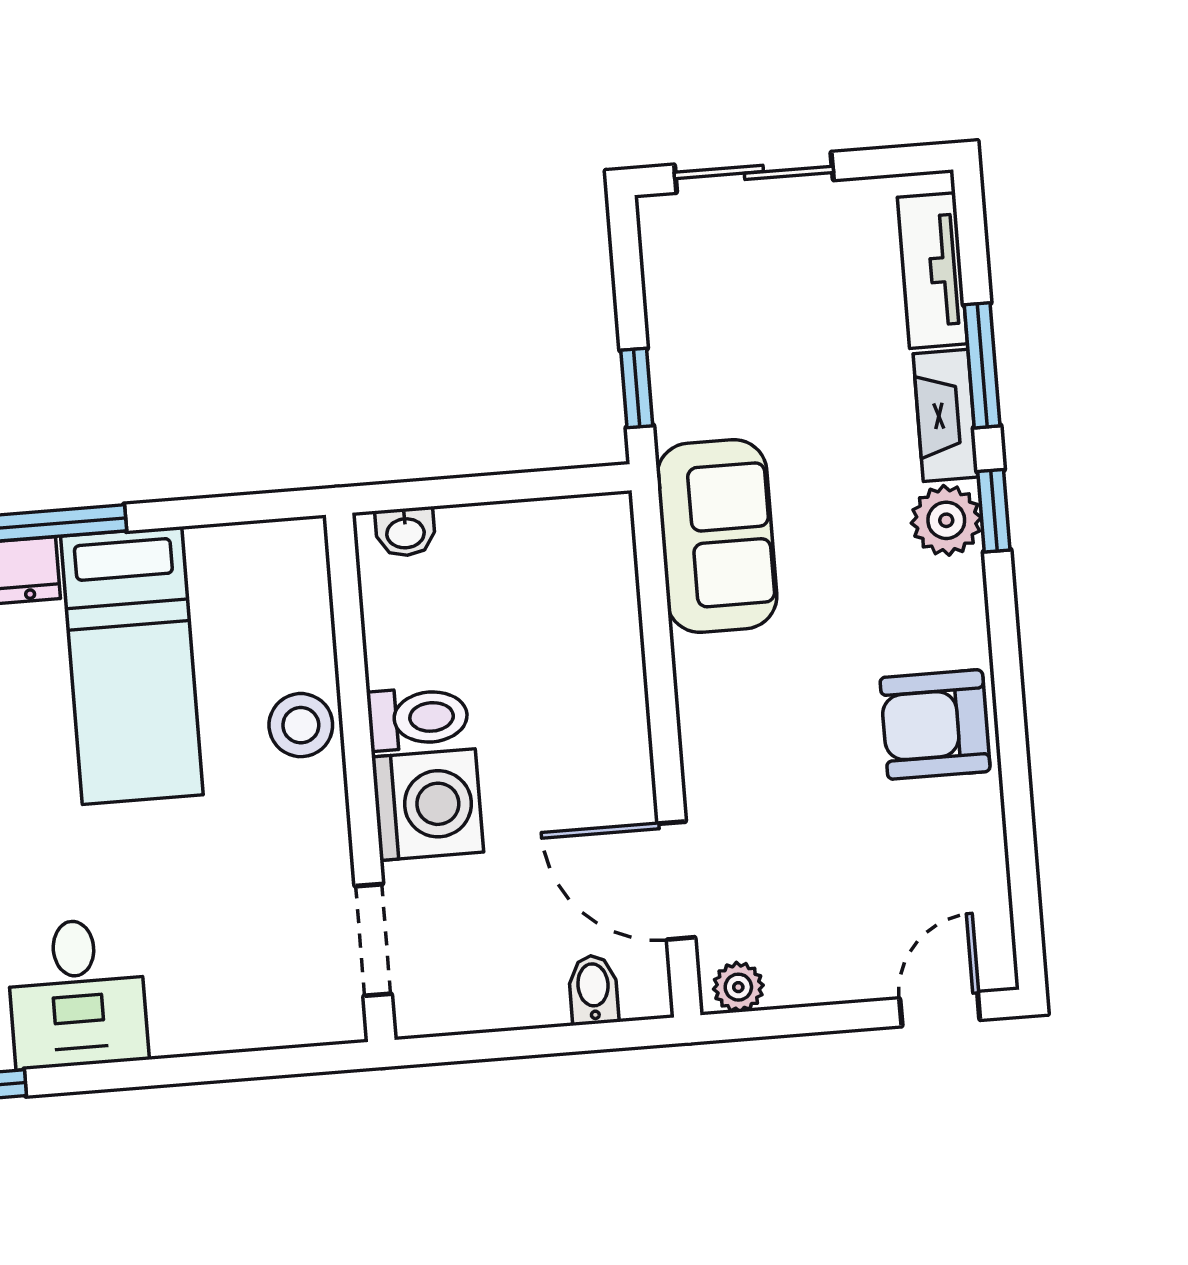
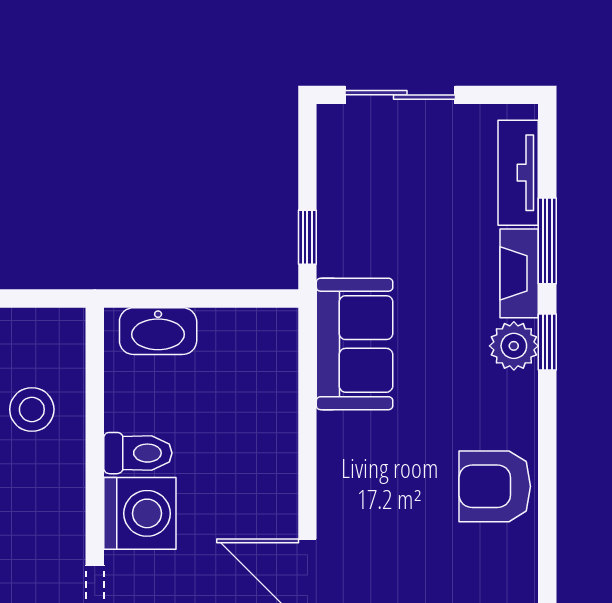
washbasin: (405, 532) -> (158, 331), width x1.91, depth x1.45
stool: (301, 725) -> (32, 409), moved

